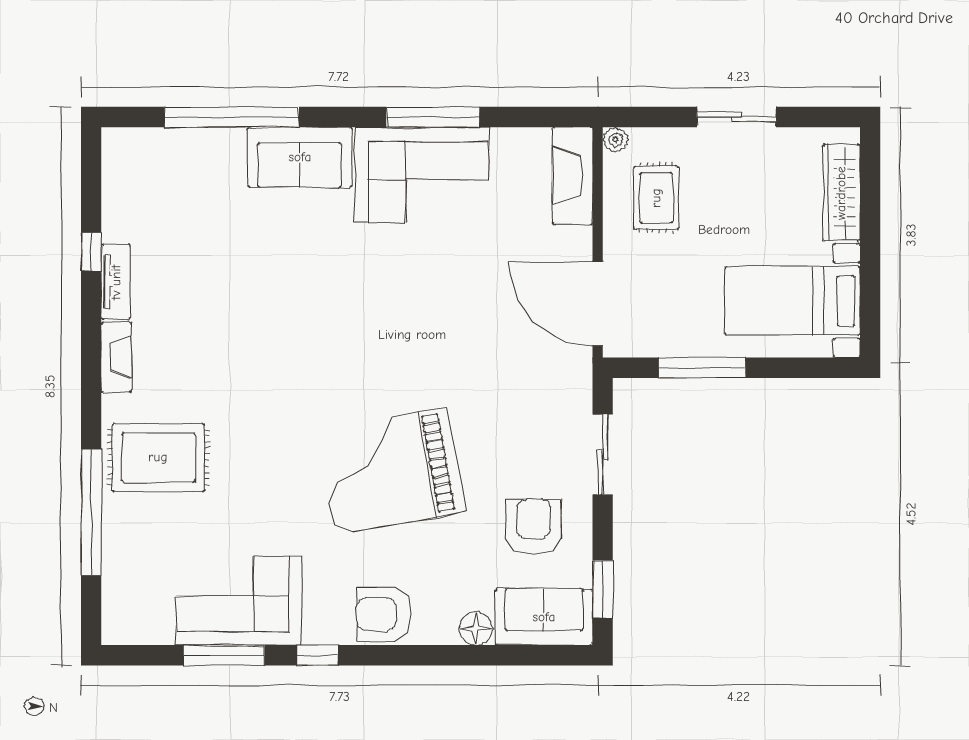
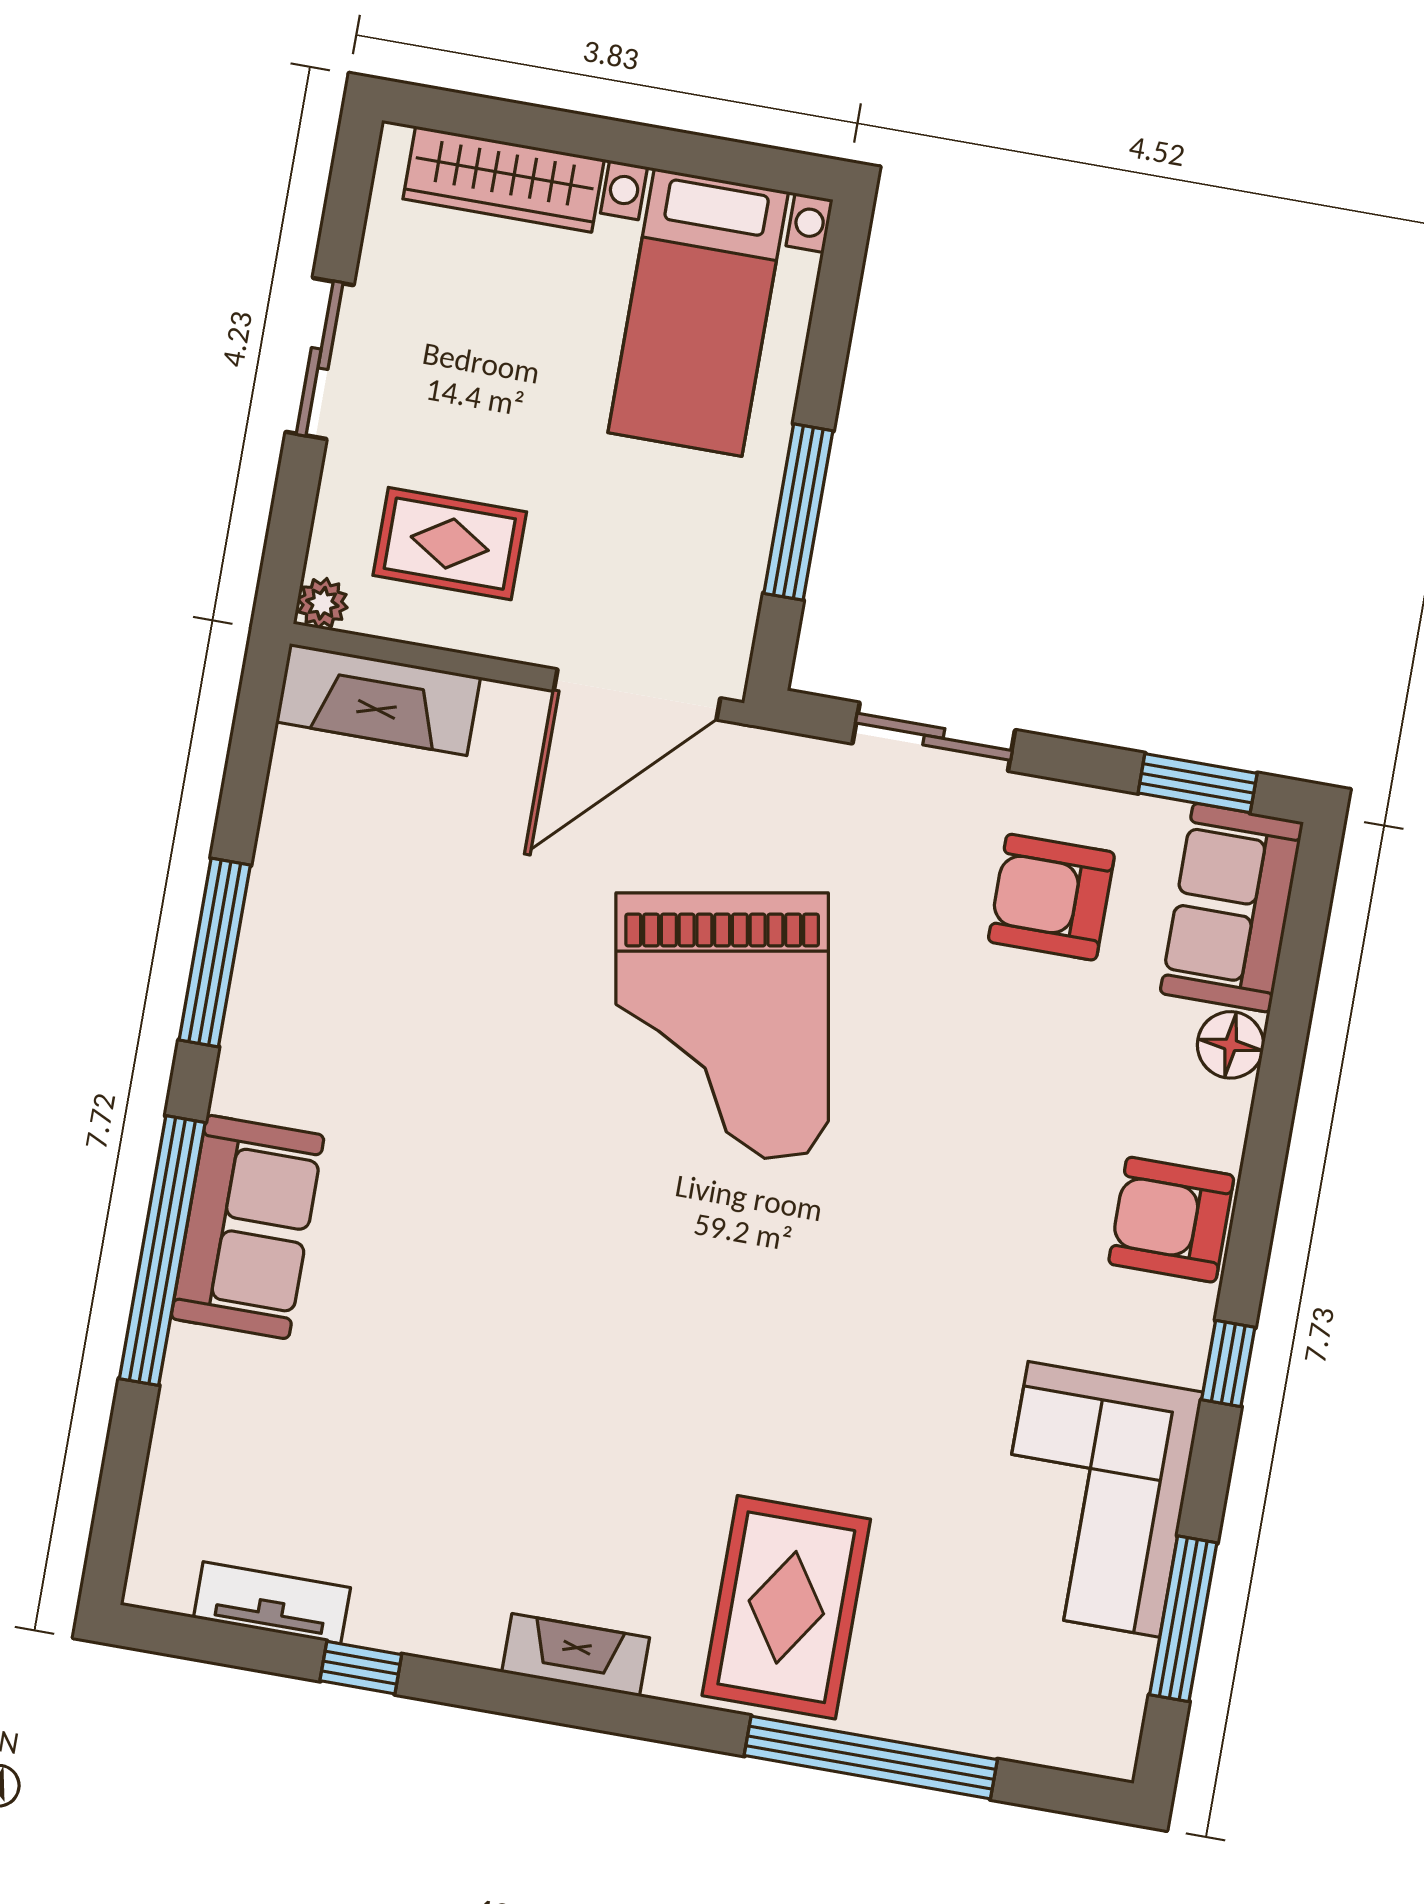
window: (232, 117) -> (162, 1251), moved
corner sofa: (422, 175) -> (324, 995), removed
tv unit: (116, 282) -> (272, 1603), moved
grand piano: (391, 471) -> (722, 1026), moved
armchair: (384, 614) -> (1171, 1220), turned 90
window: (224, 655) -> (1183, 1619), moved

